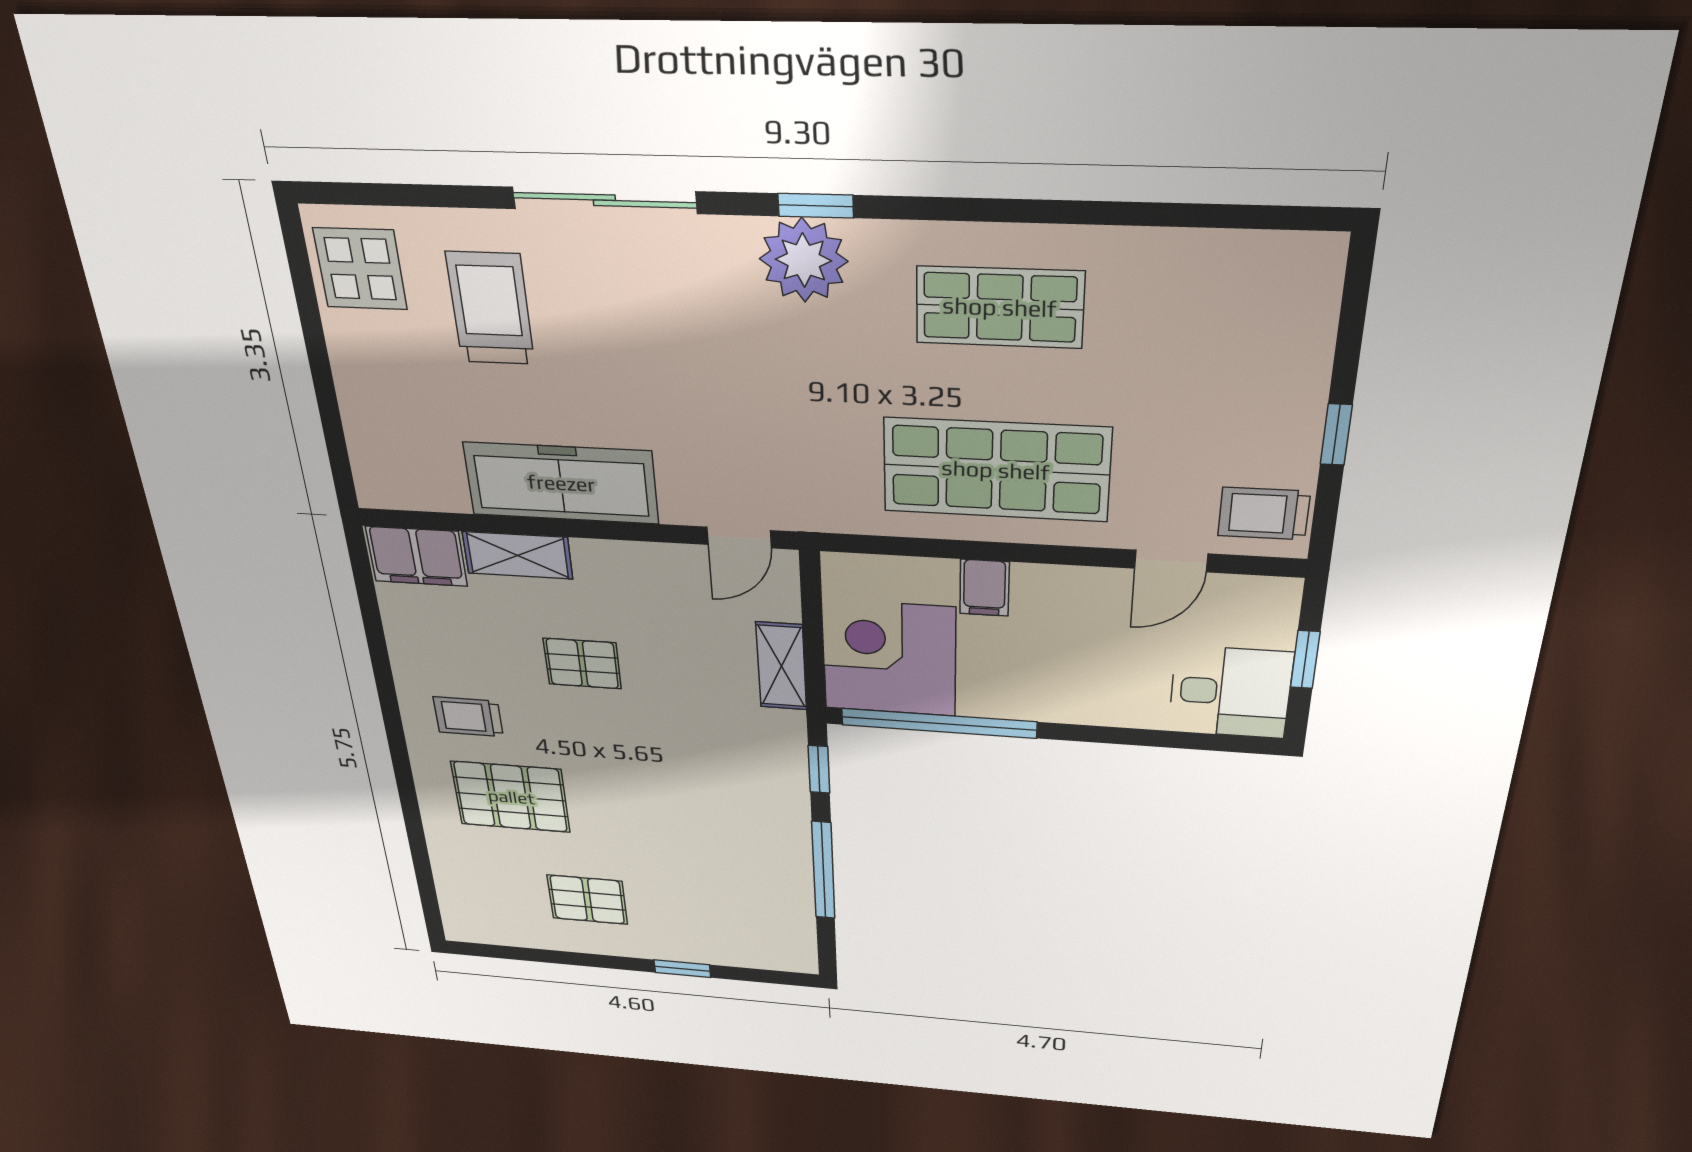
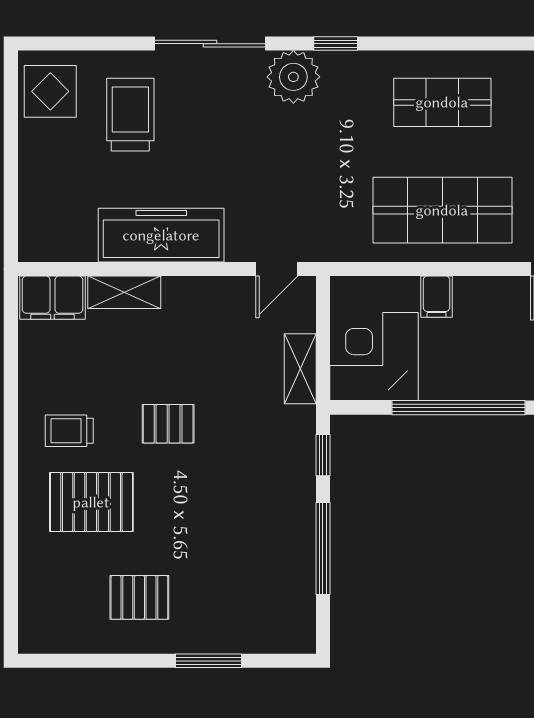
plant: (803, 260) -> (293, 77), moved
pallet: (582, 664) -> (168, 424), moved
window: (939, 723) -> (459, 408), moved
window: (682, 969) -> (208, 661), width x1.50

